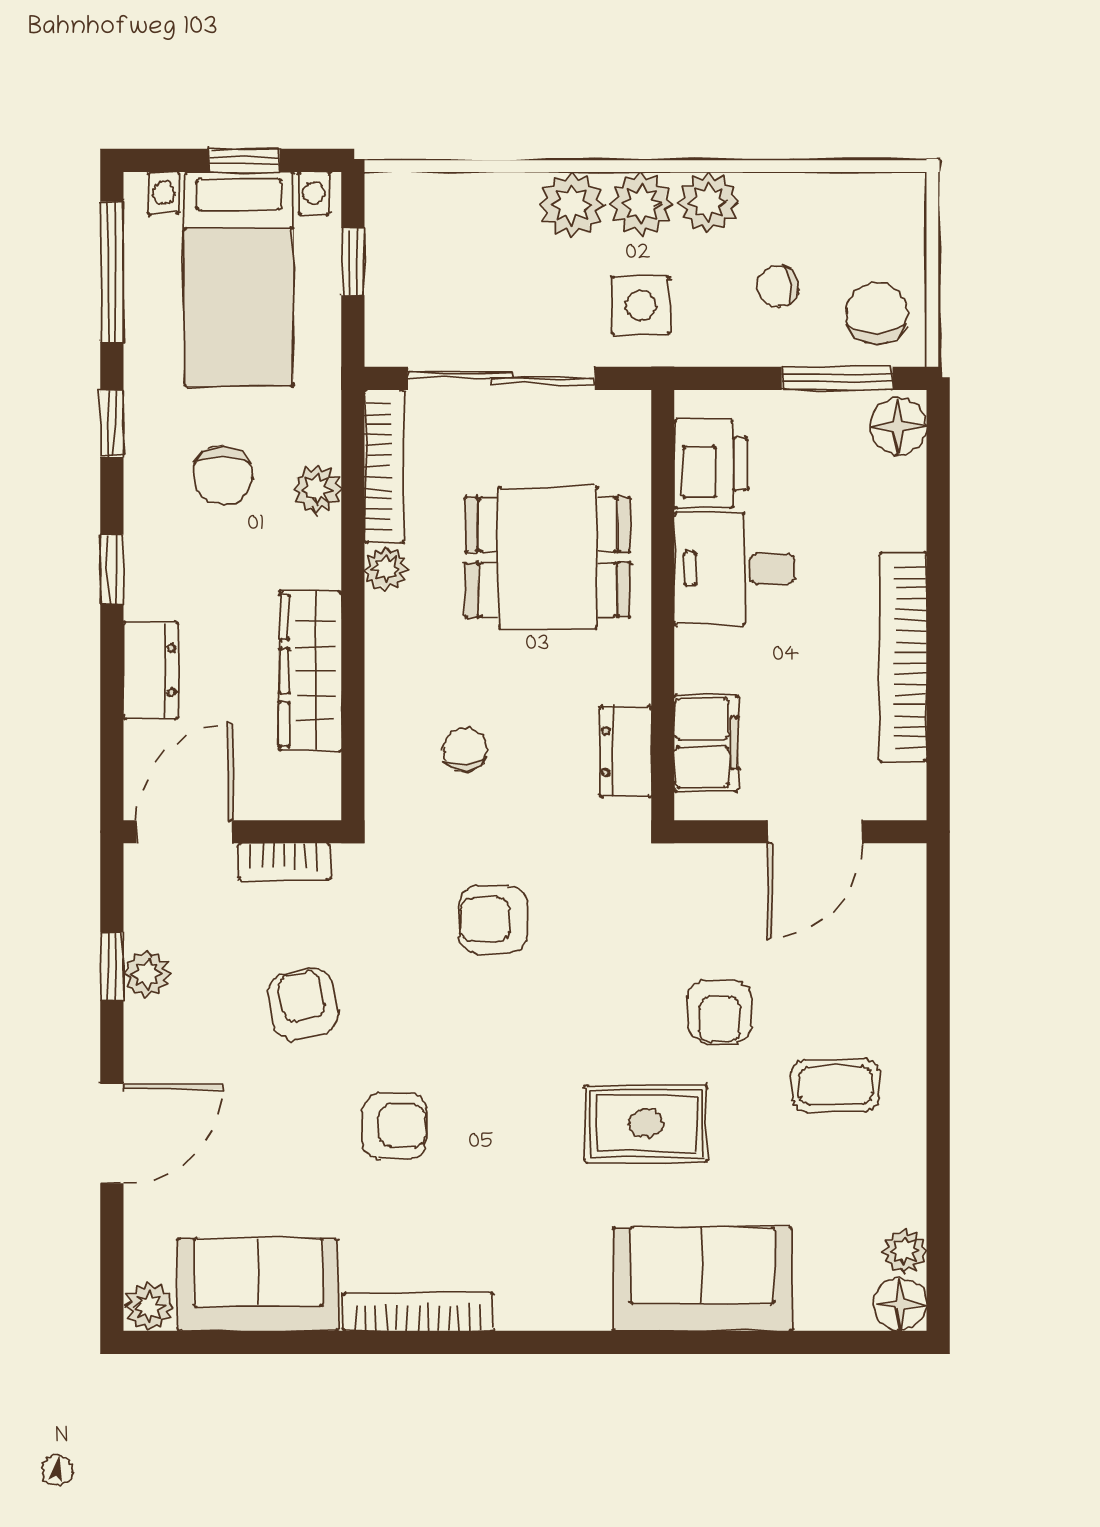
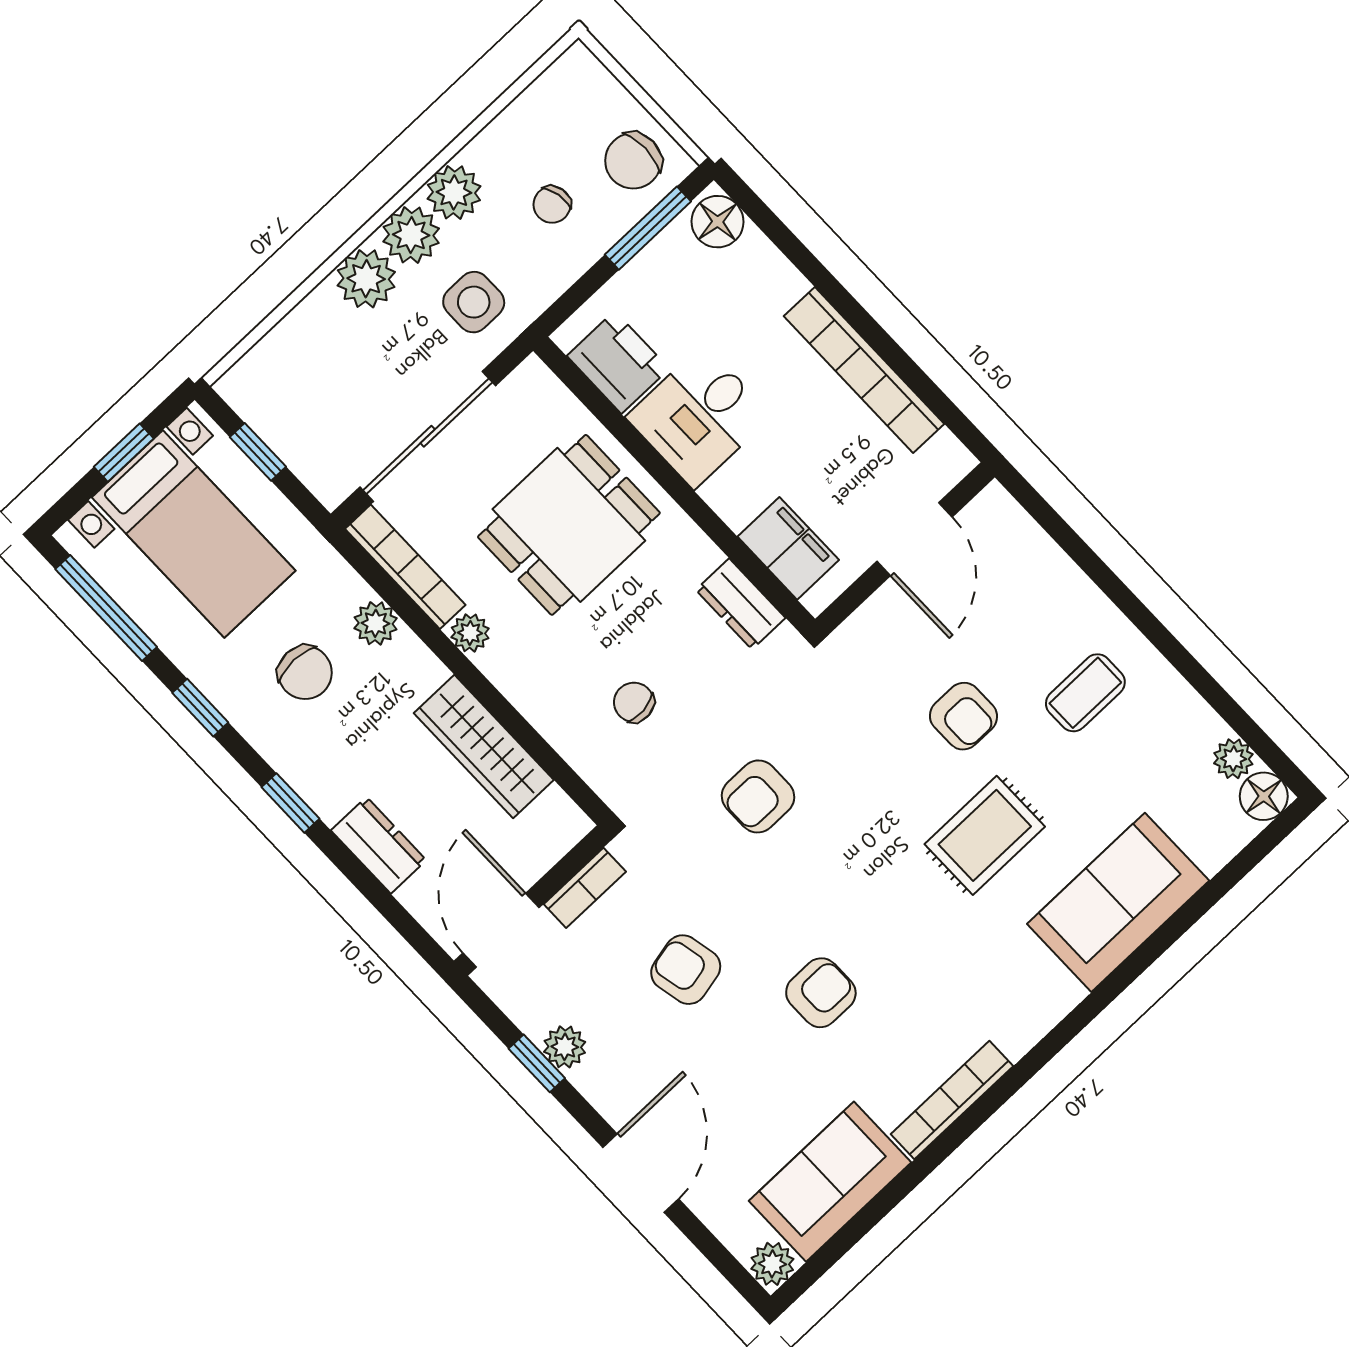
chair: (876, 313) -> (633, 161), turned -90

